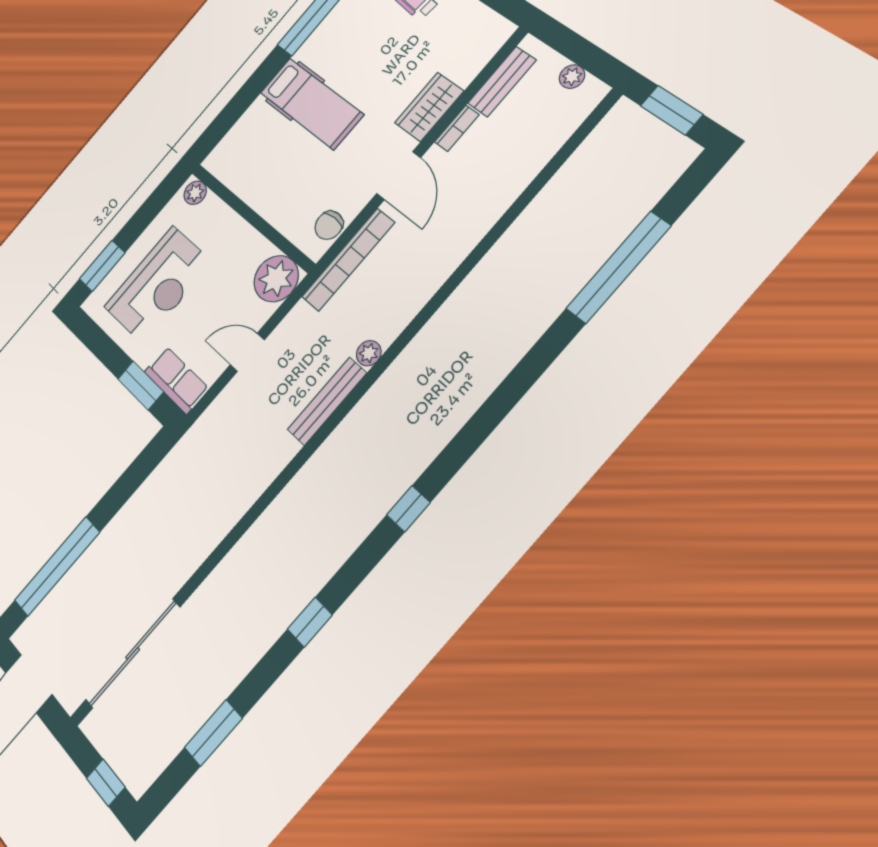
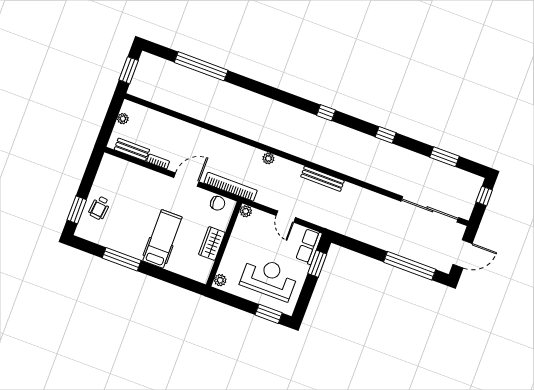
wardrobe: (429, 107) -> (212, 243), moved, turned 90
plant: (276, 279) -> (246, 211), width x0.53, depth x0.53
bench: (327, 401) -> (323, 179), moved

